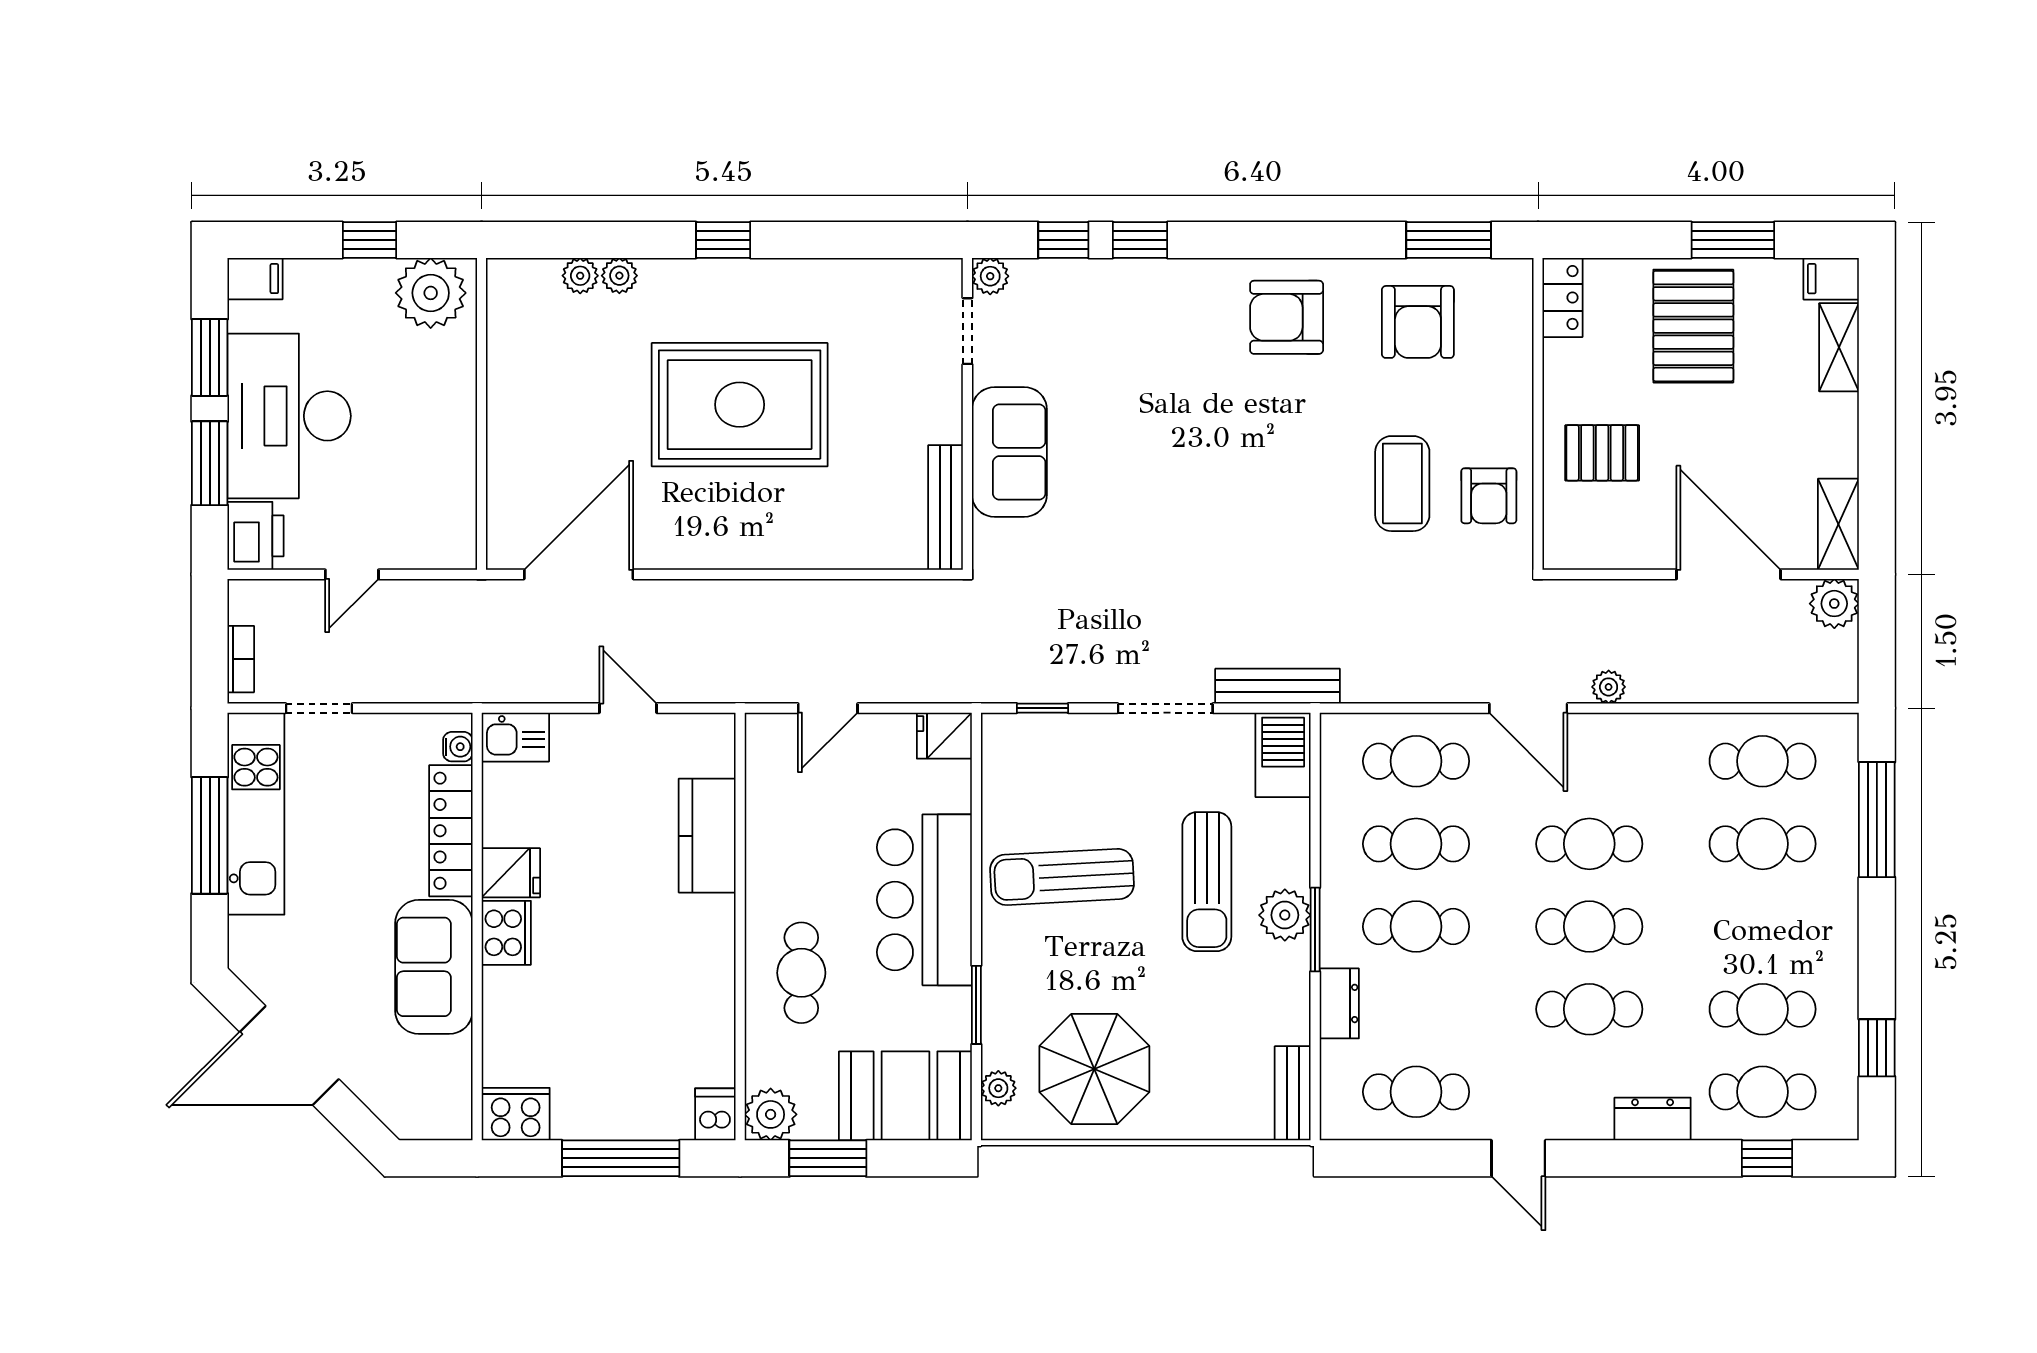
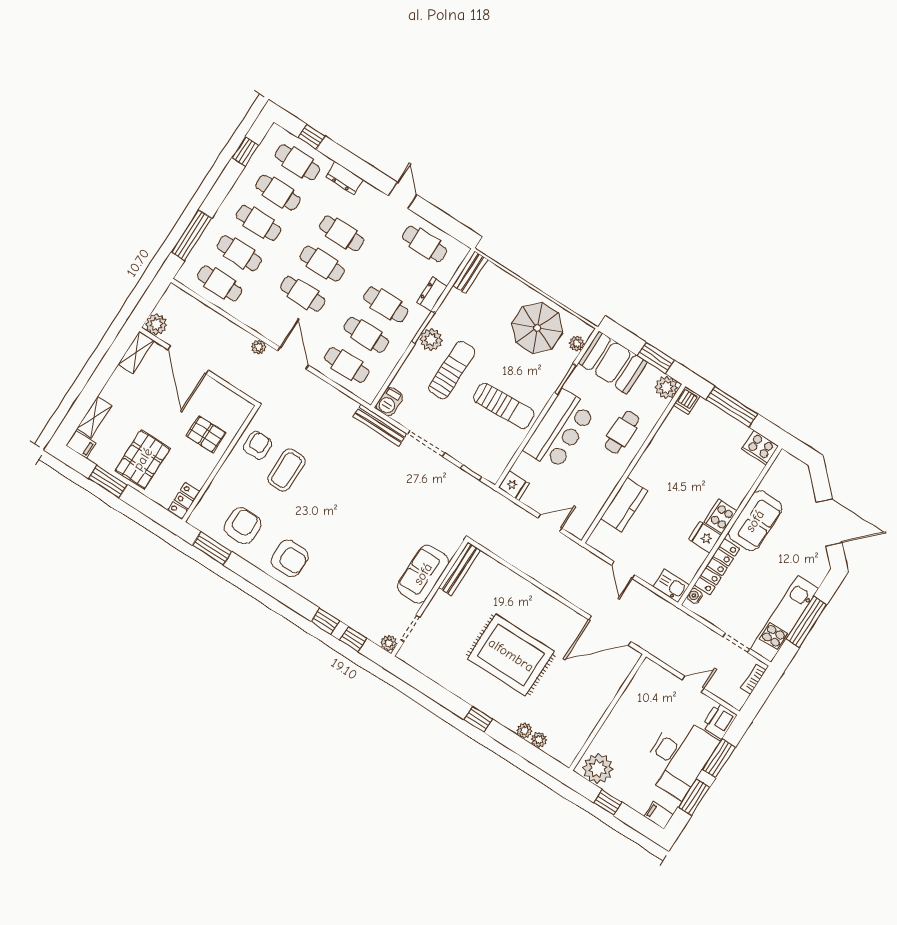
barbecue: (1283, 755) -> (389, 402), width x0.73, depth x0.79
cafe table: (1763, 927) -> (259, 223), added

